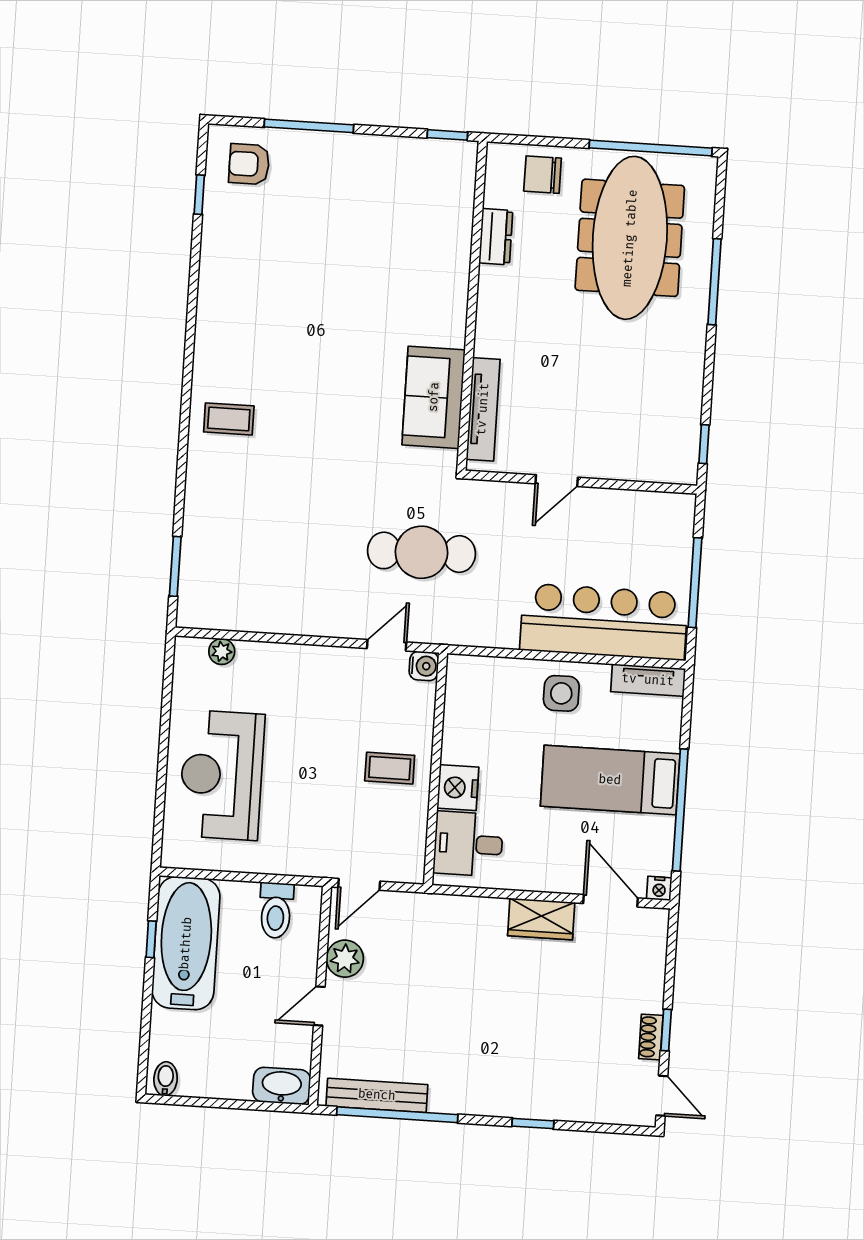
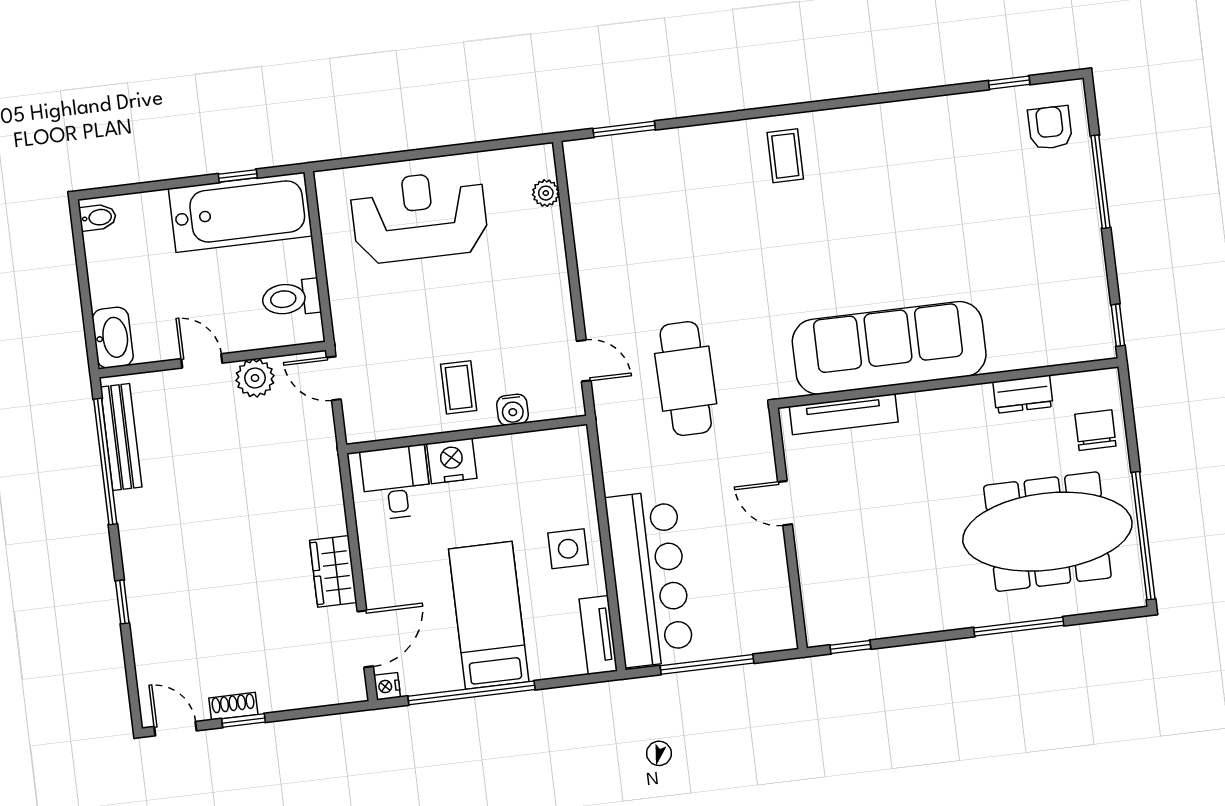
sofa: (434, 397) -> (889, 348), width x1.85, depth x1.27
water cooler: (424, 666) -> (512, 410), moved
door: (662, 1096) -> (175, 729), swing flipped

